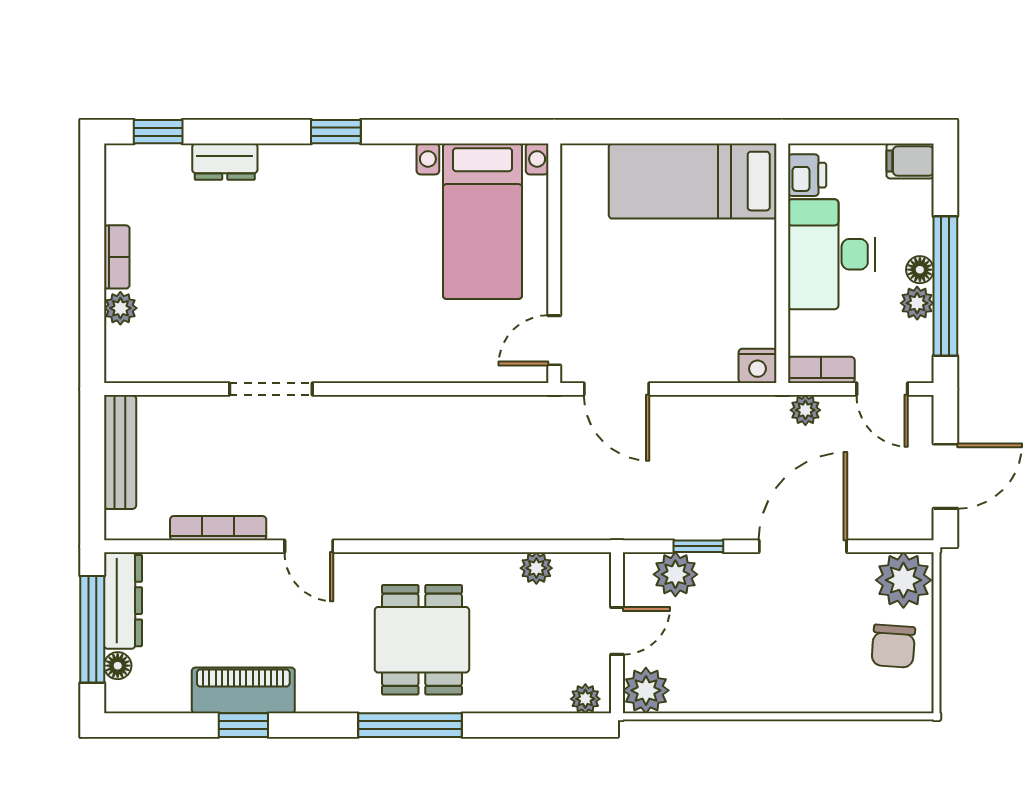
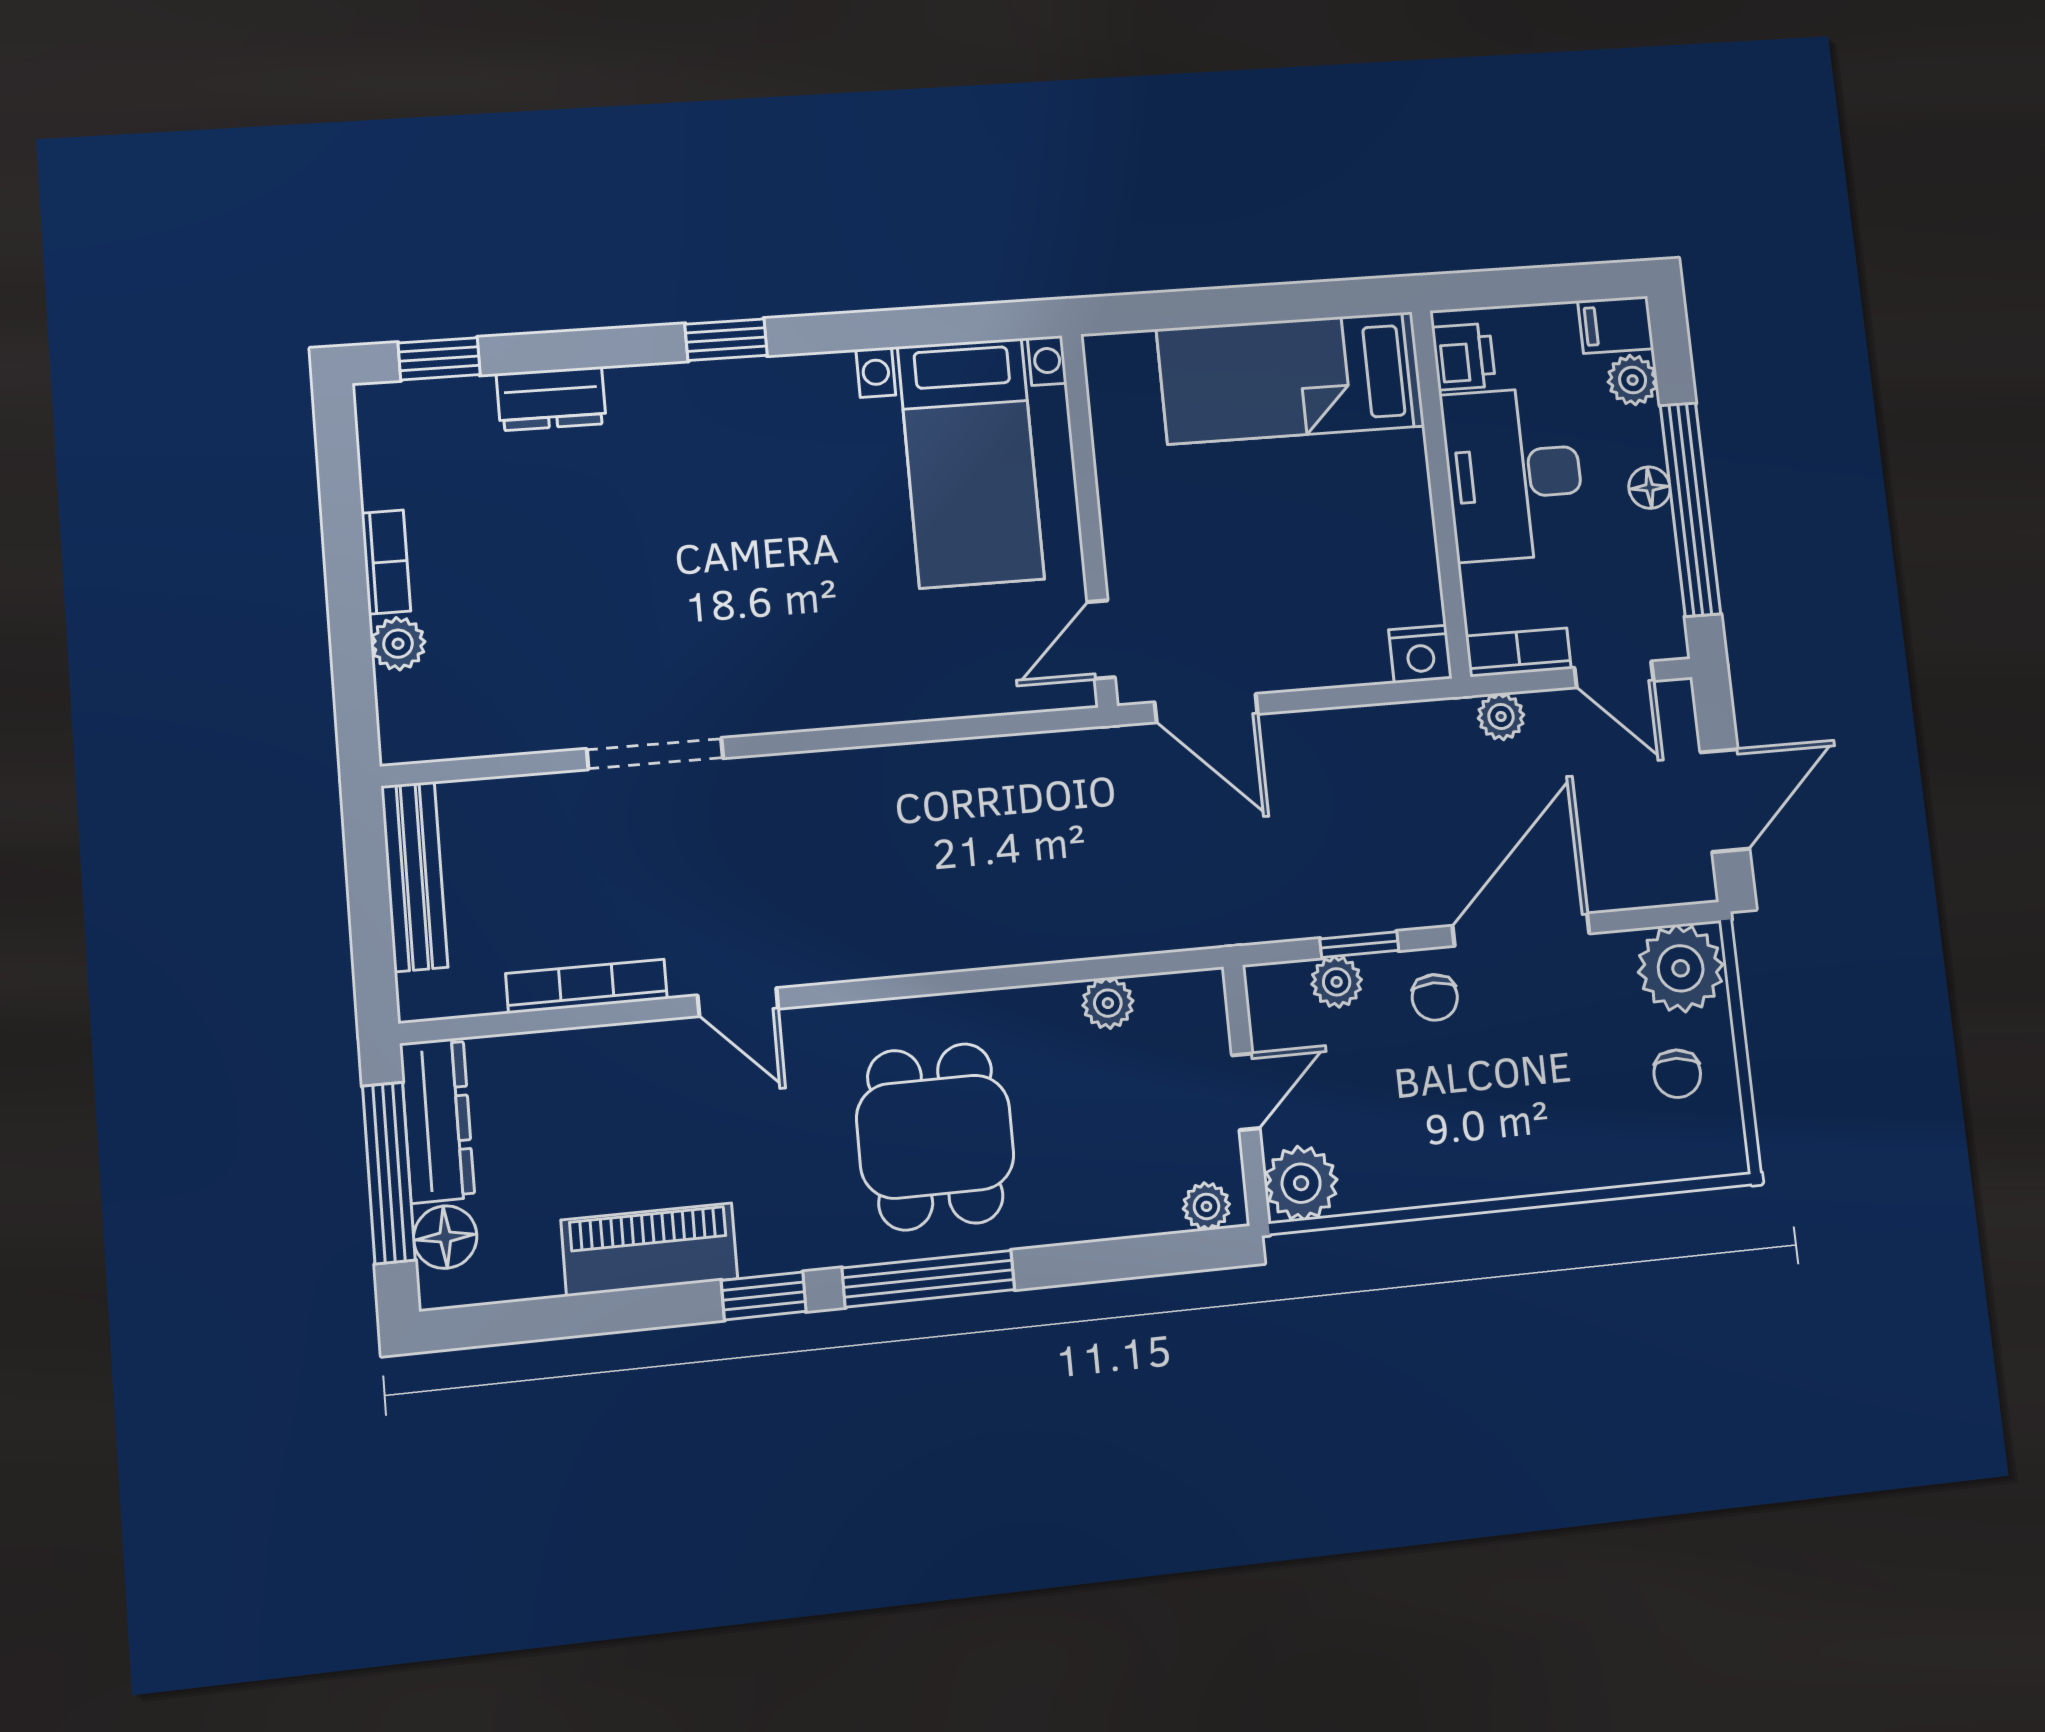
plant: (917, 303) -> (1633, 380), moved
plant: (675, 574) -> (1337, 982), width x0.73, depth x0.73
chair: (743, 584) -> (1435, 997), added
chair: (893, 646) -> (1677, 1074), width x0.73, depth x0.73
floor lamp: (118, 666) -> (445, 1237), width x1.37, depth x1.37
window: (243, 725) -> (764, 1296), moved

